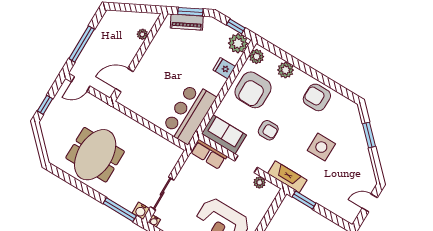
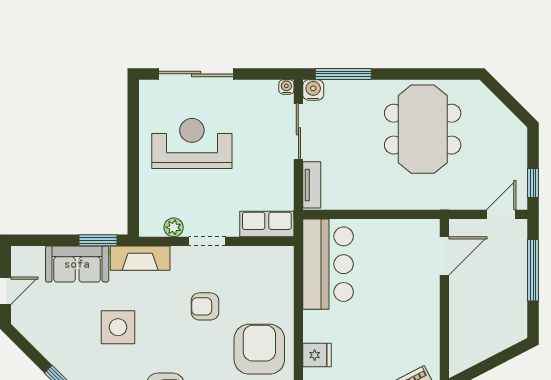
plant: (142, 34) -> (457, 334), removed
window: (45, 105) -> (533, 183), moved
sofa: (224, 134) -> (77, 264), moved
tv unit: (172, 161) -> (312, 185), added

